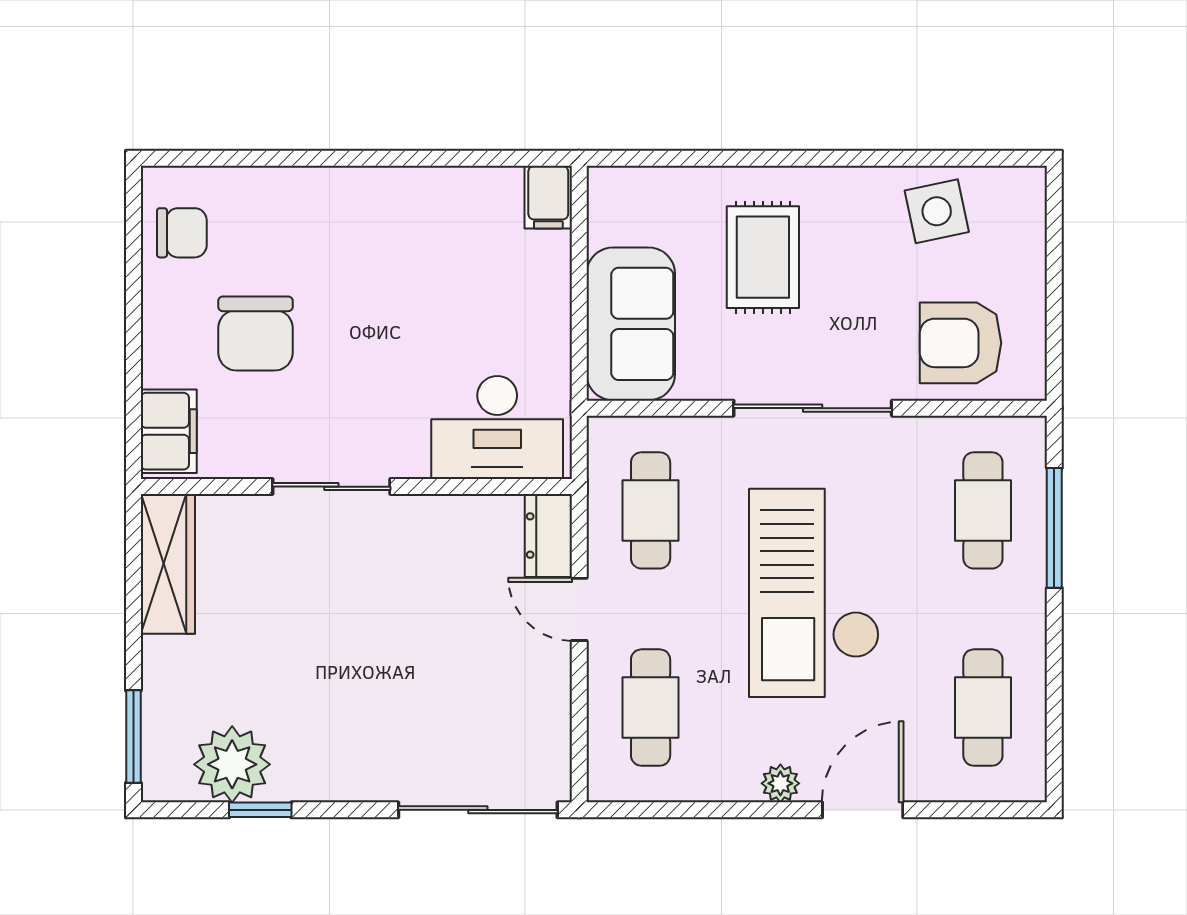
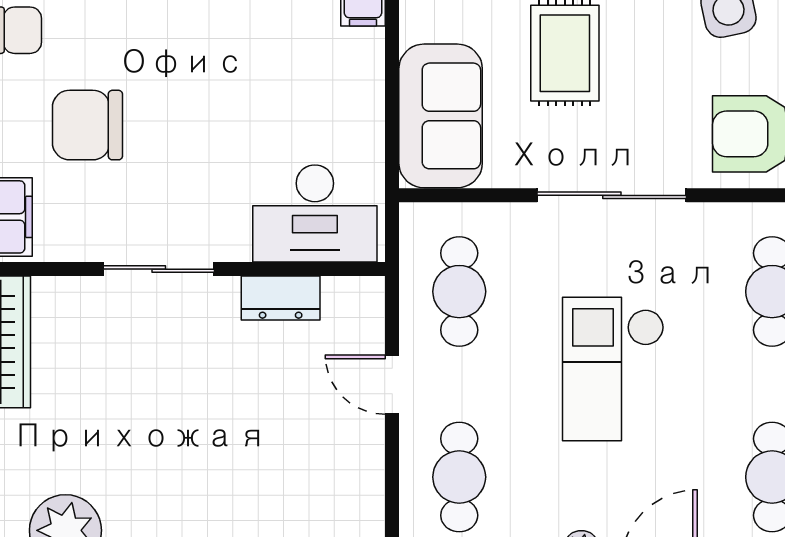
chair: (255, 334) -> (87, 125), turned 90
dresser: (548, 536) -> (281, 298), moved, turned -90
checkout: (814, 593) -> (613, 369), width x0.73, depth x0.83

